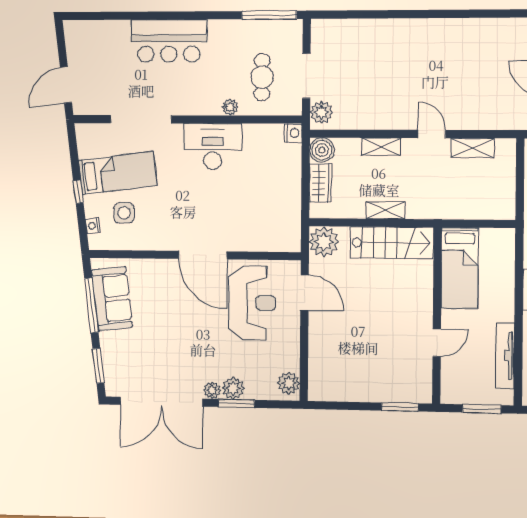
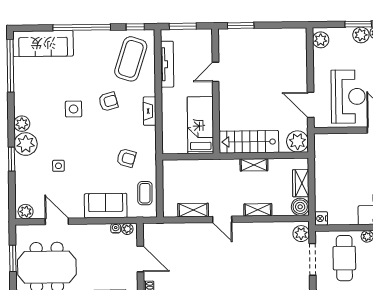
cafe table: (262, 77) -> (344, 258), width x1.37, depth x1.35
reception desk: (252, 303) -> (348, 97), turned 180

